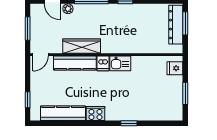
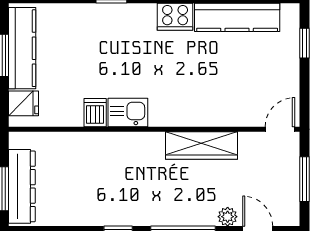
kitchen counter: (75, 63) -> (22, 48), moved, turned 90
dishwasher: (103, 63) -> (95, 113), moved

